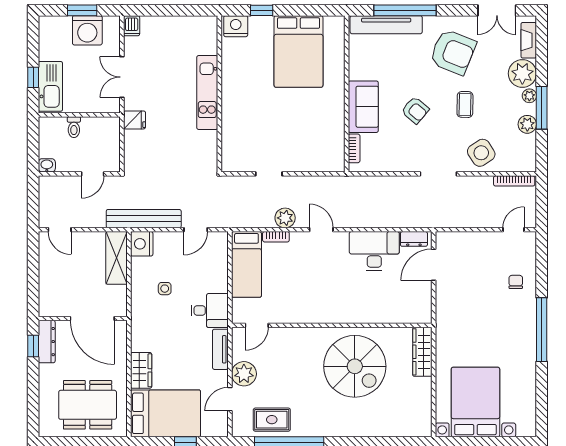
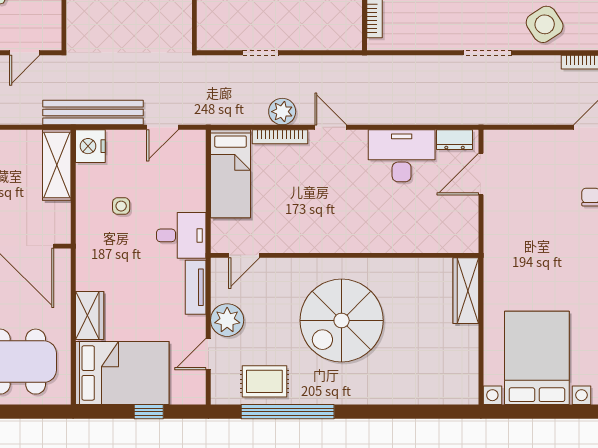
bookcase: (276, 237) -> (280, 137), width x1.56
spiral stairs: (355, 366) -> (342, 321), moved, turned 90

